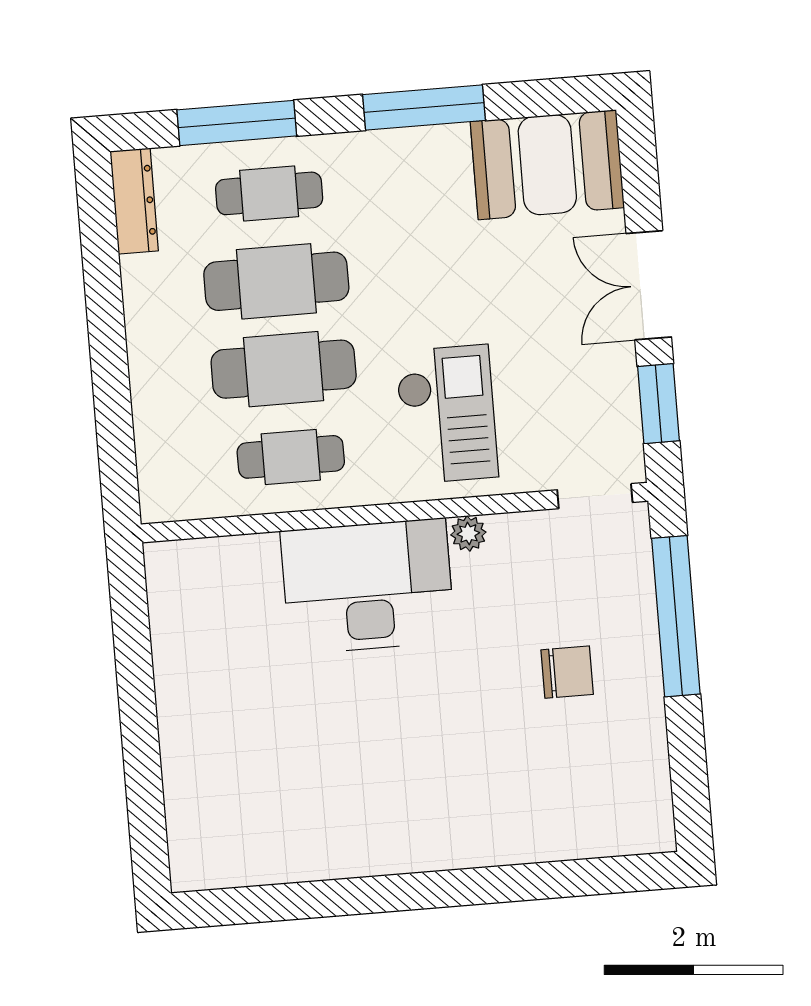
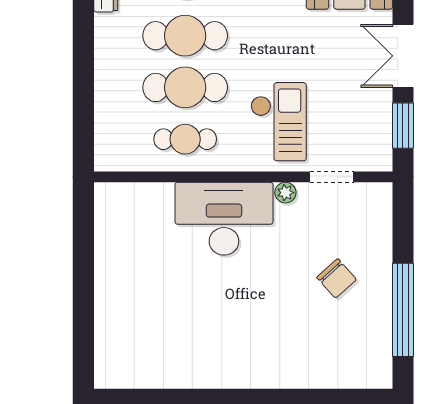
doorway: (595, 496) -> (332, 177), moved
window: (676, 616) -> (403, 310), moved
chair: (567, 672) -> (337, 278), turned 48

